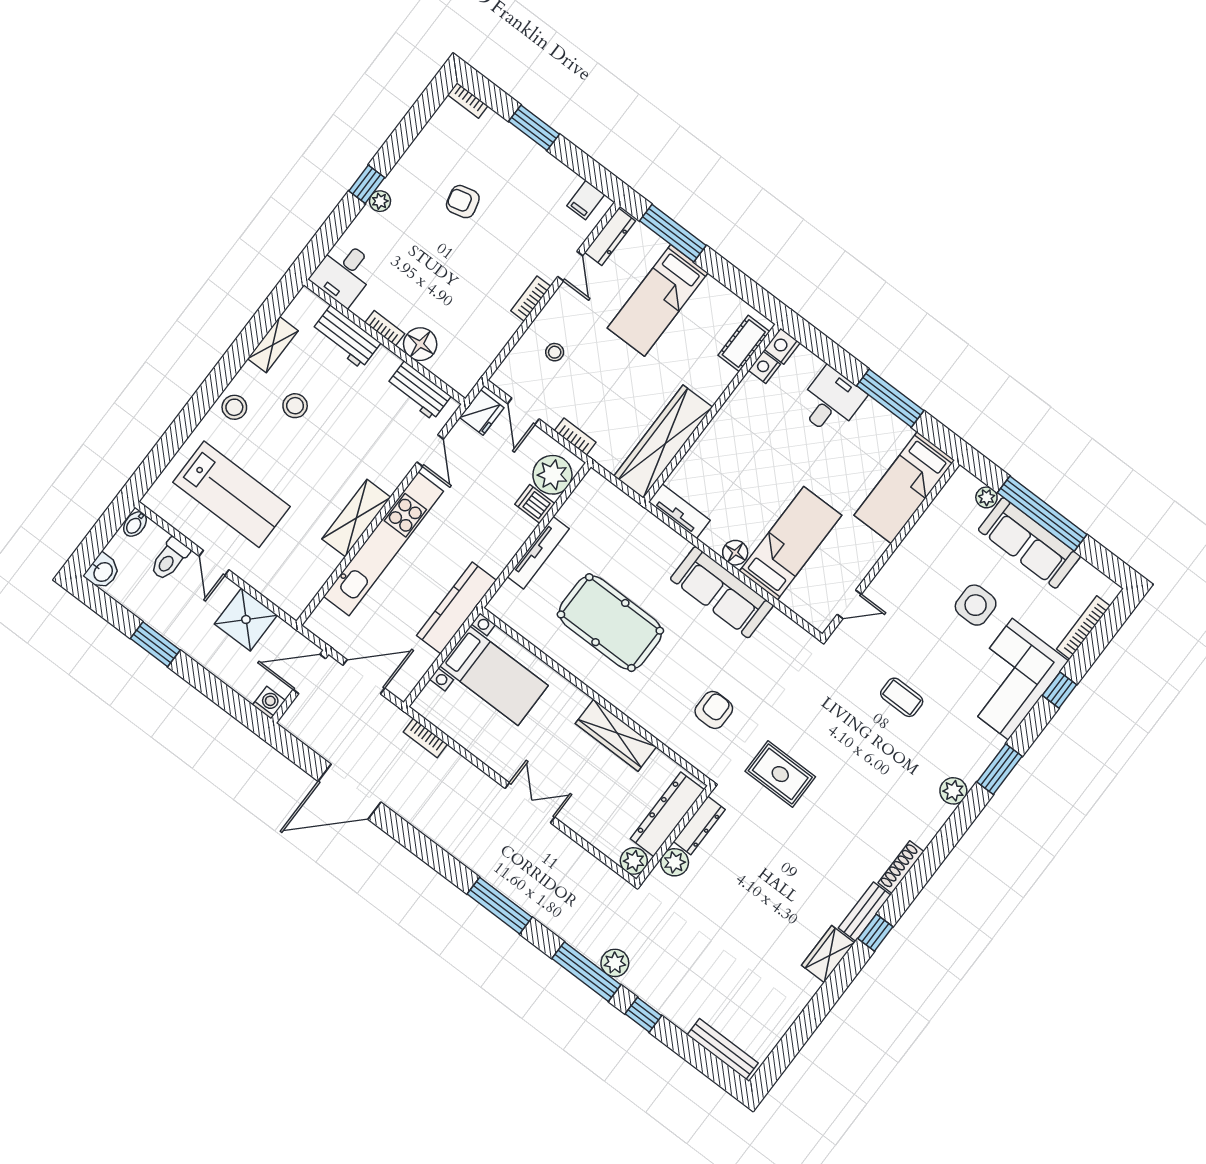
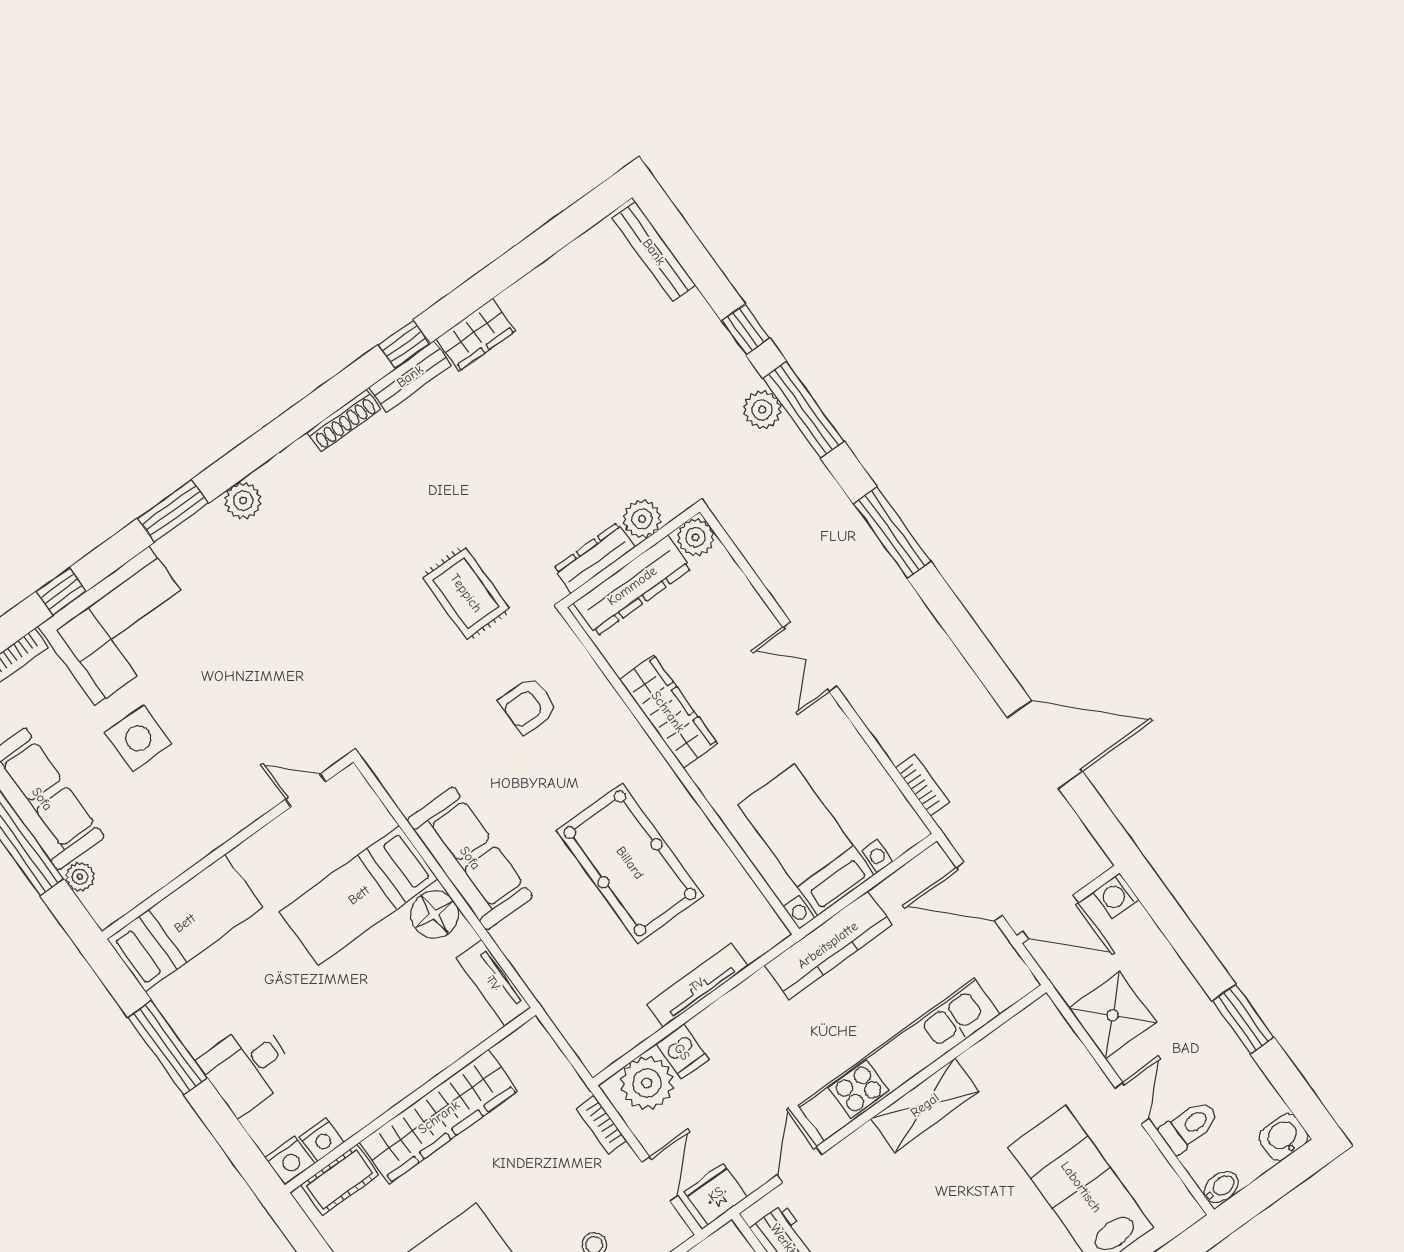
wardrobe: (663, 442) -> (439, 1117), moved
floor lamp: (735, 553) -> (435, 914), width x1.38, depth x1.38
coffee table: (902, 697) -> (274, 646), removed

